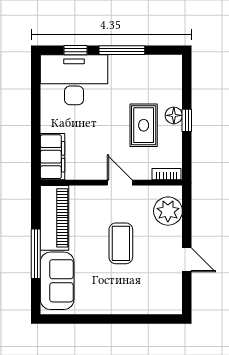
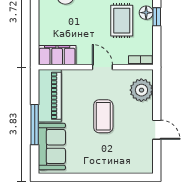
filing cabinet: (52, 157) -> (57, 55), moved, turned -90

